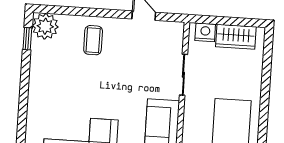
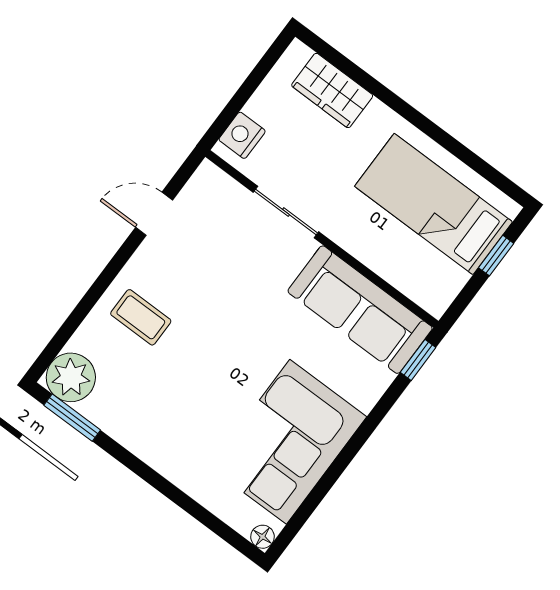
wardrobe: (236, 37) -> (332, 90), moved, turned 90
window: (27, 39) -> (72, 418), width x1.50

